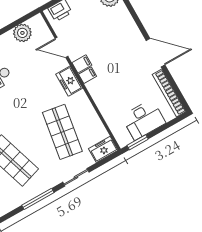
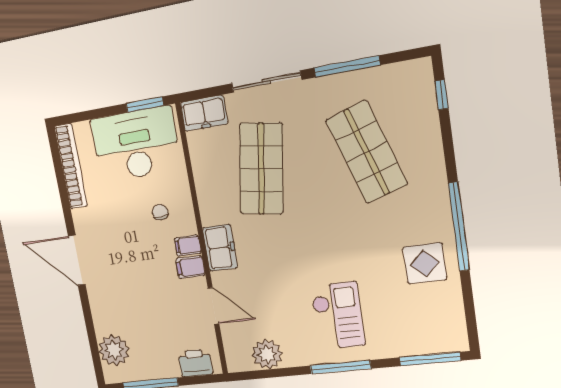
door: (156, 53) -> (77, 260), moved
chair: (109, 87) -> (160, 212), added
desk: (143, 120) -> (136, 144), width x1.36, depth x1.30
sliding door: (76, 177) -> (266, 82), width x1.37

